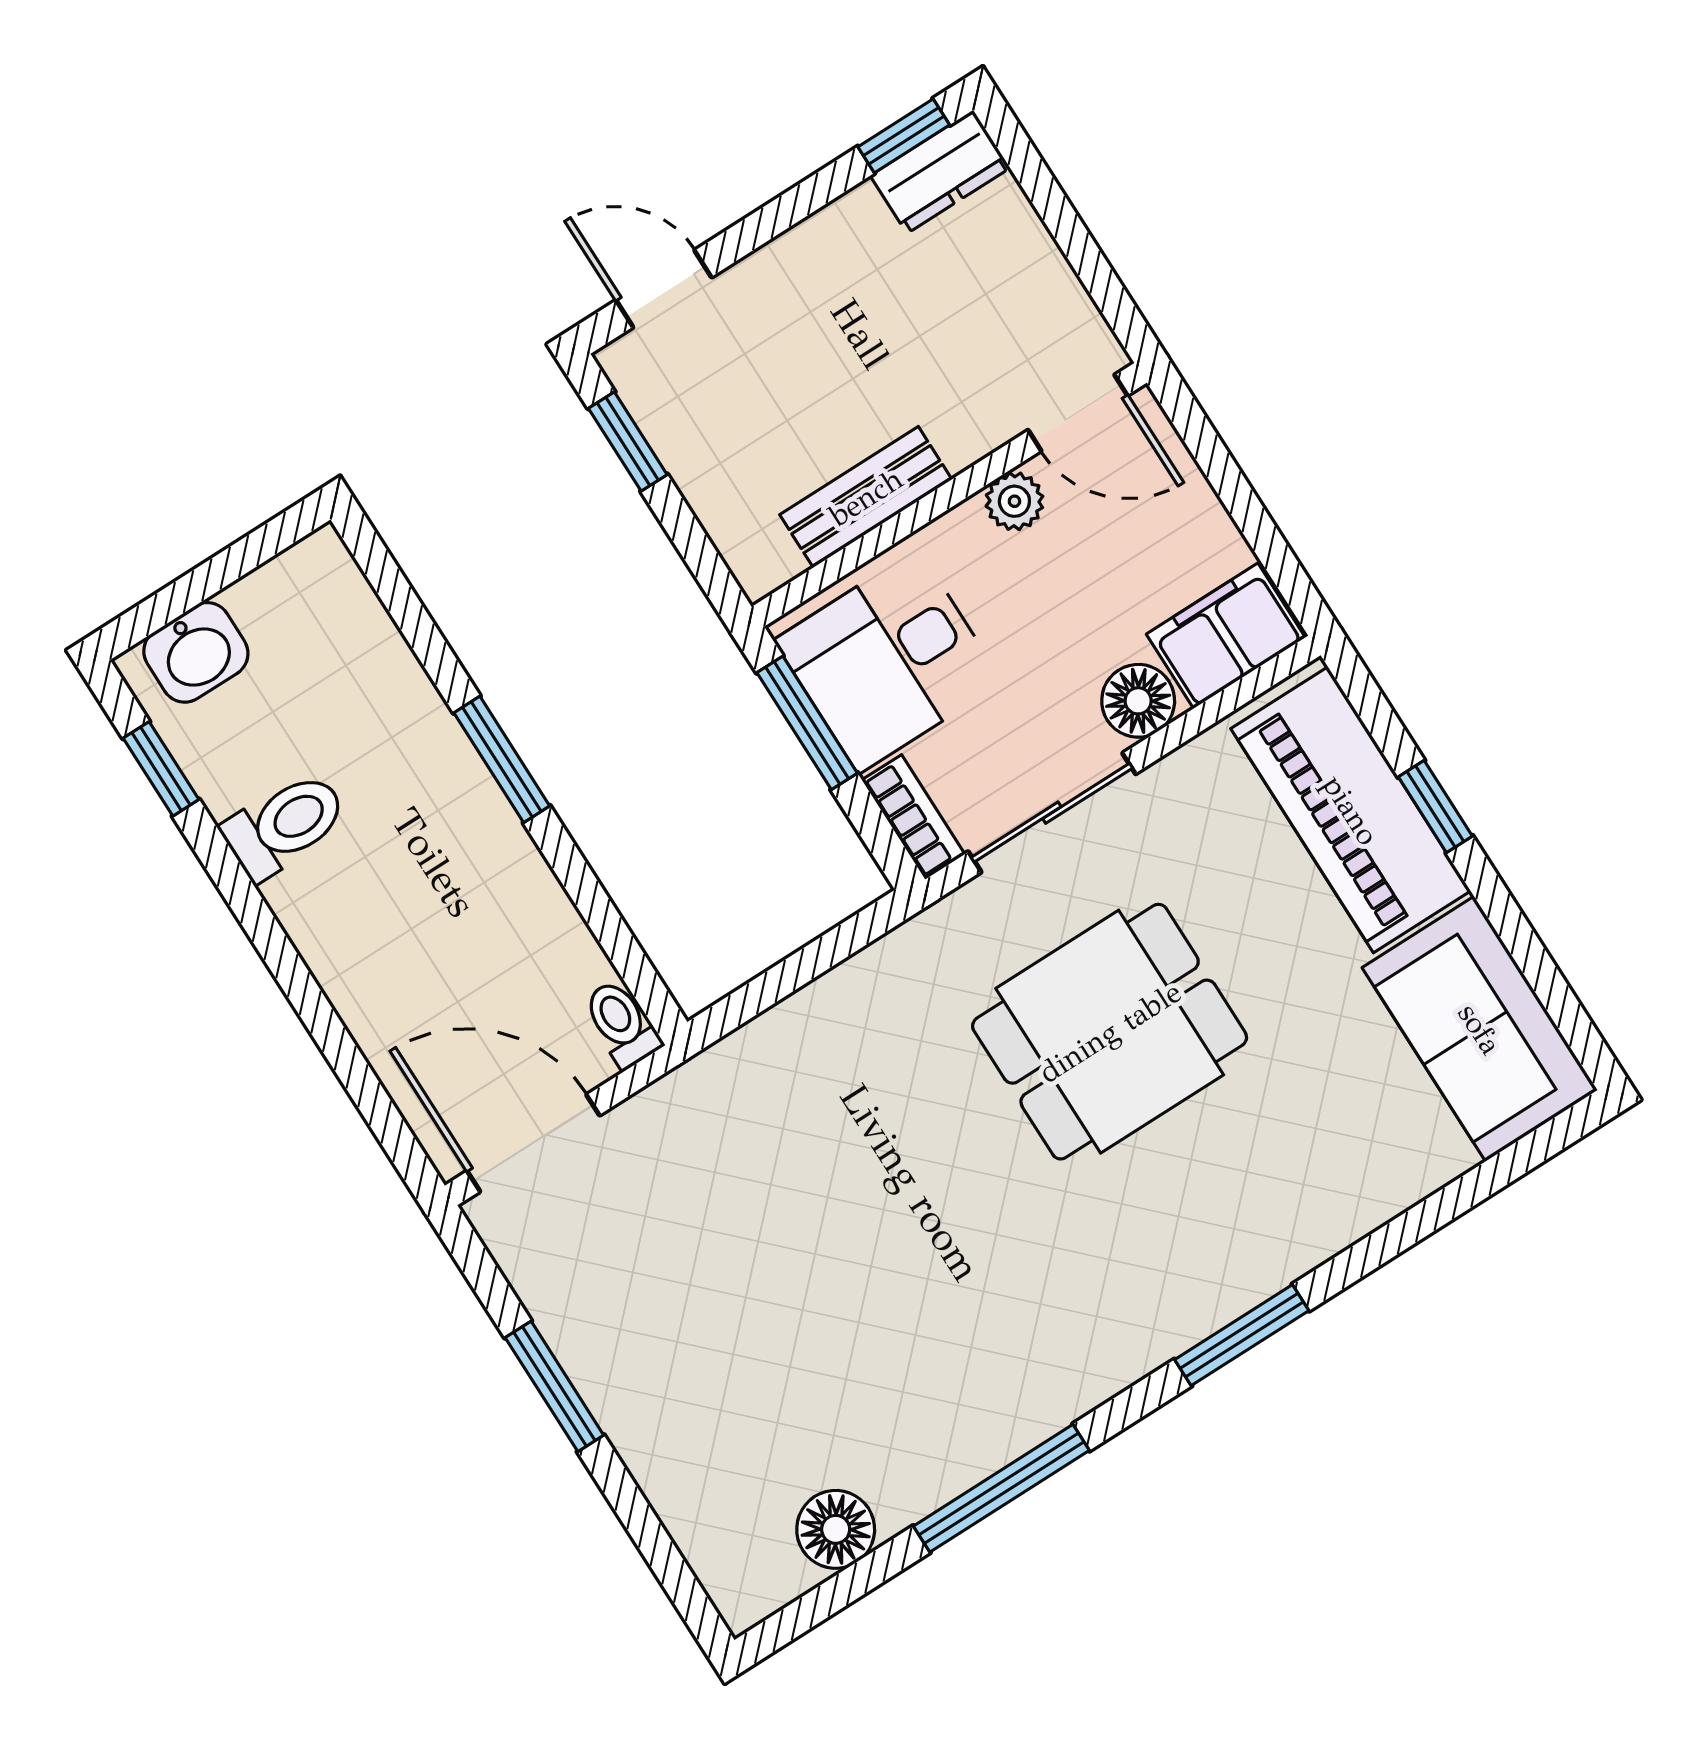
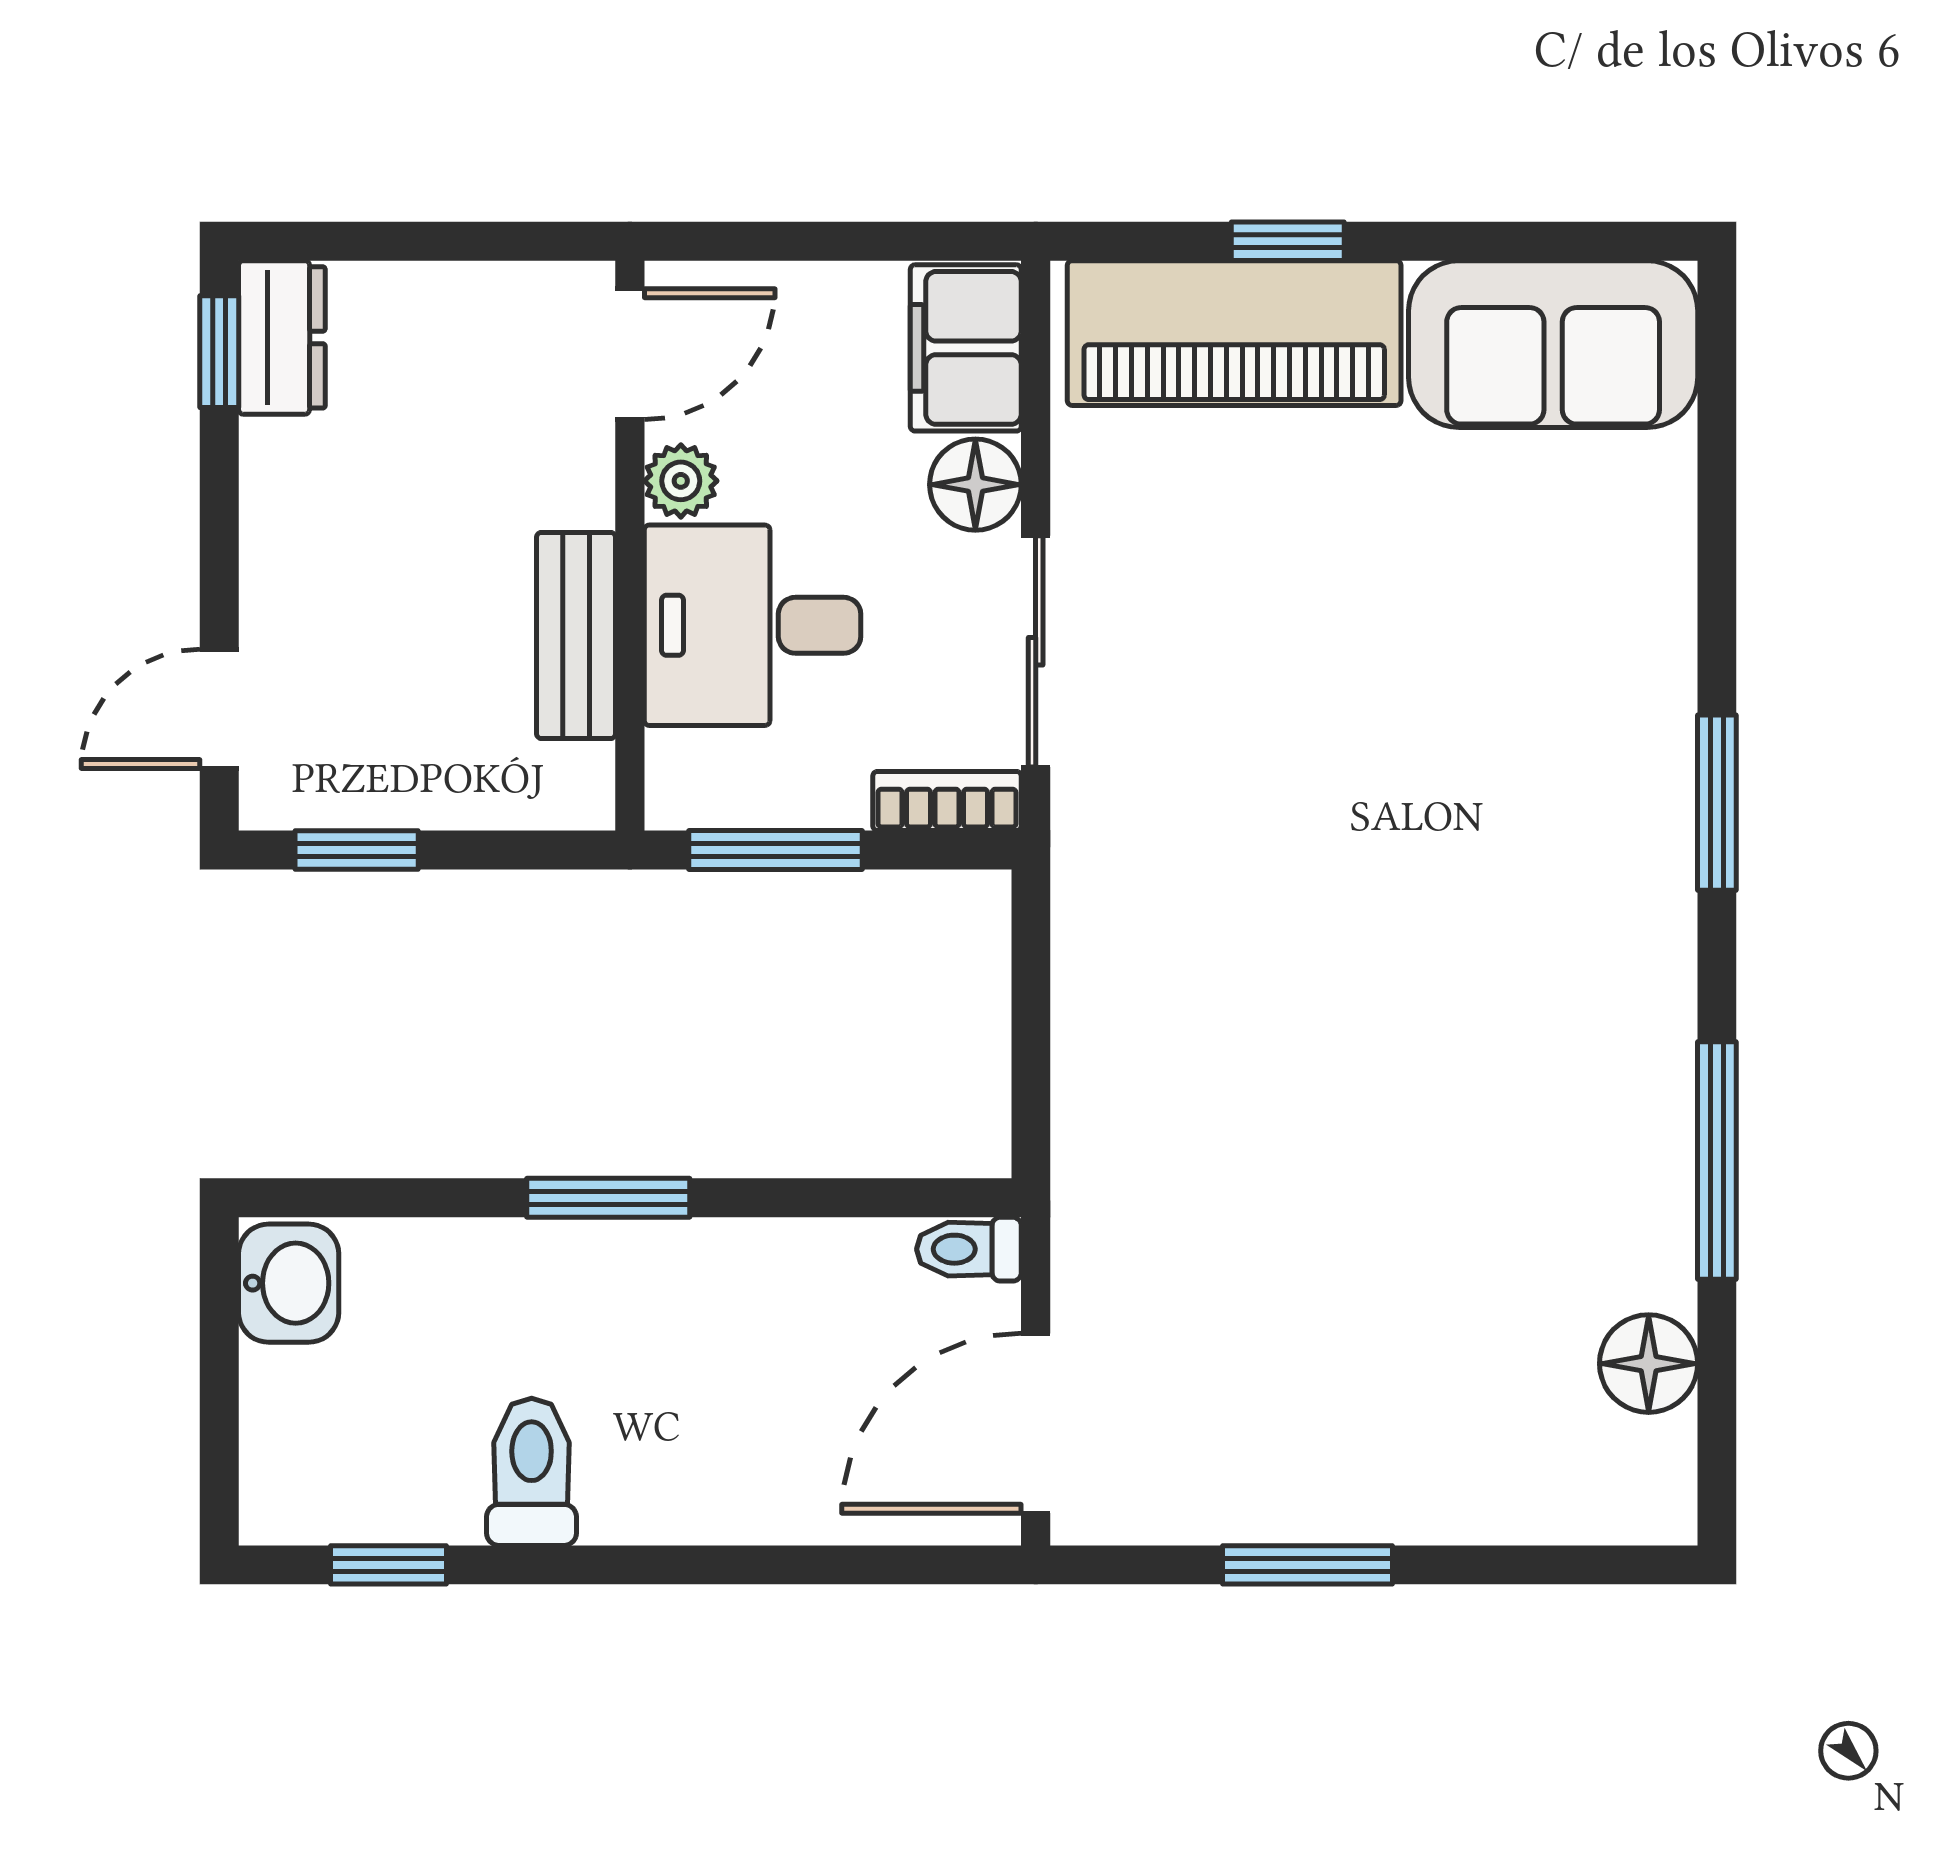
washbasin: (196, 652) -> (289, 1283), moved
desk: (888, 661) -> (753, 625), moved, turned 90
dining table: (1110, 1032) -> (1306, 738), removed

